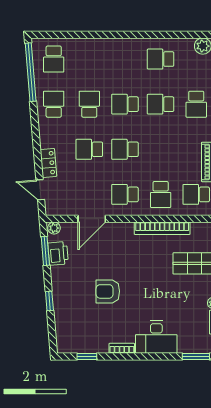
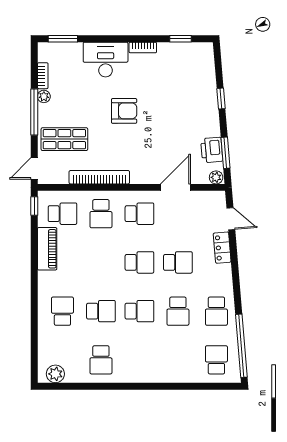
school desk: (161, 59) -> (101, 360), turned 90
school desk: (161, 194) -> (101, 214), turned 180
armchair: (108, 291) -> (124, 111), moved

